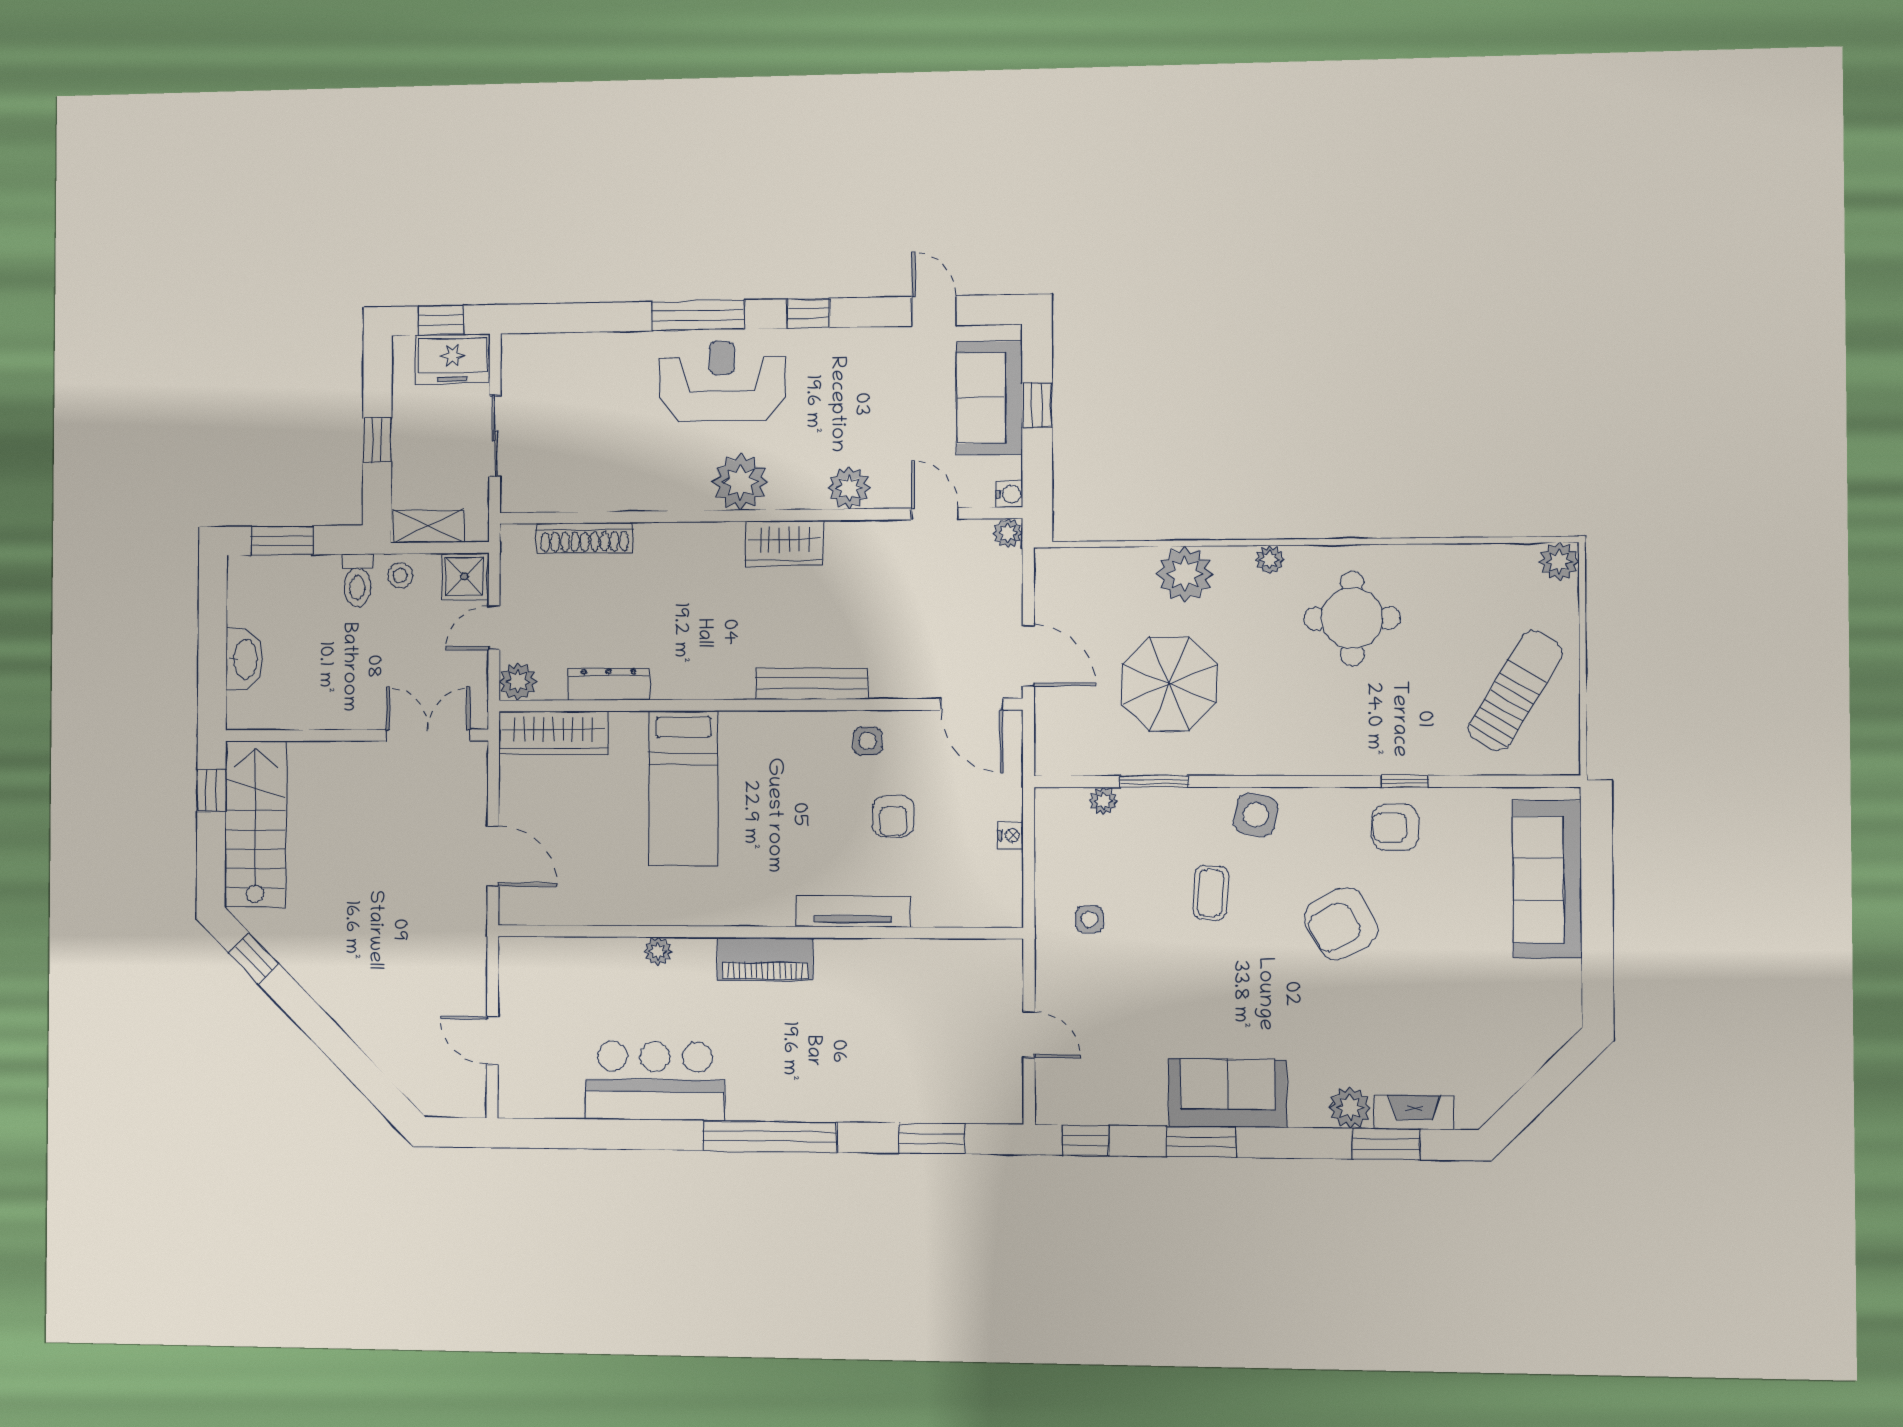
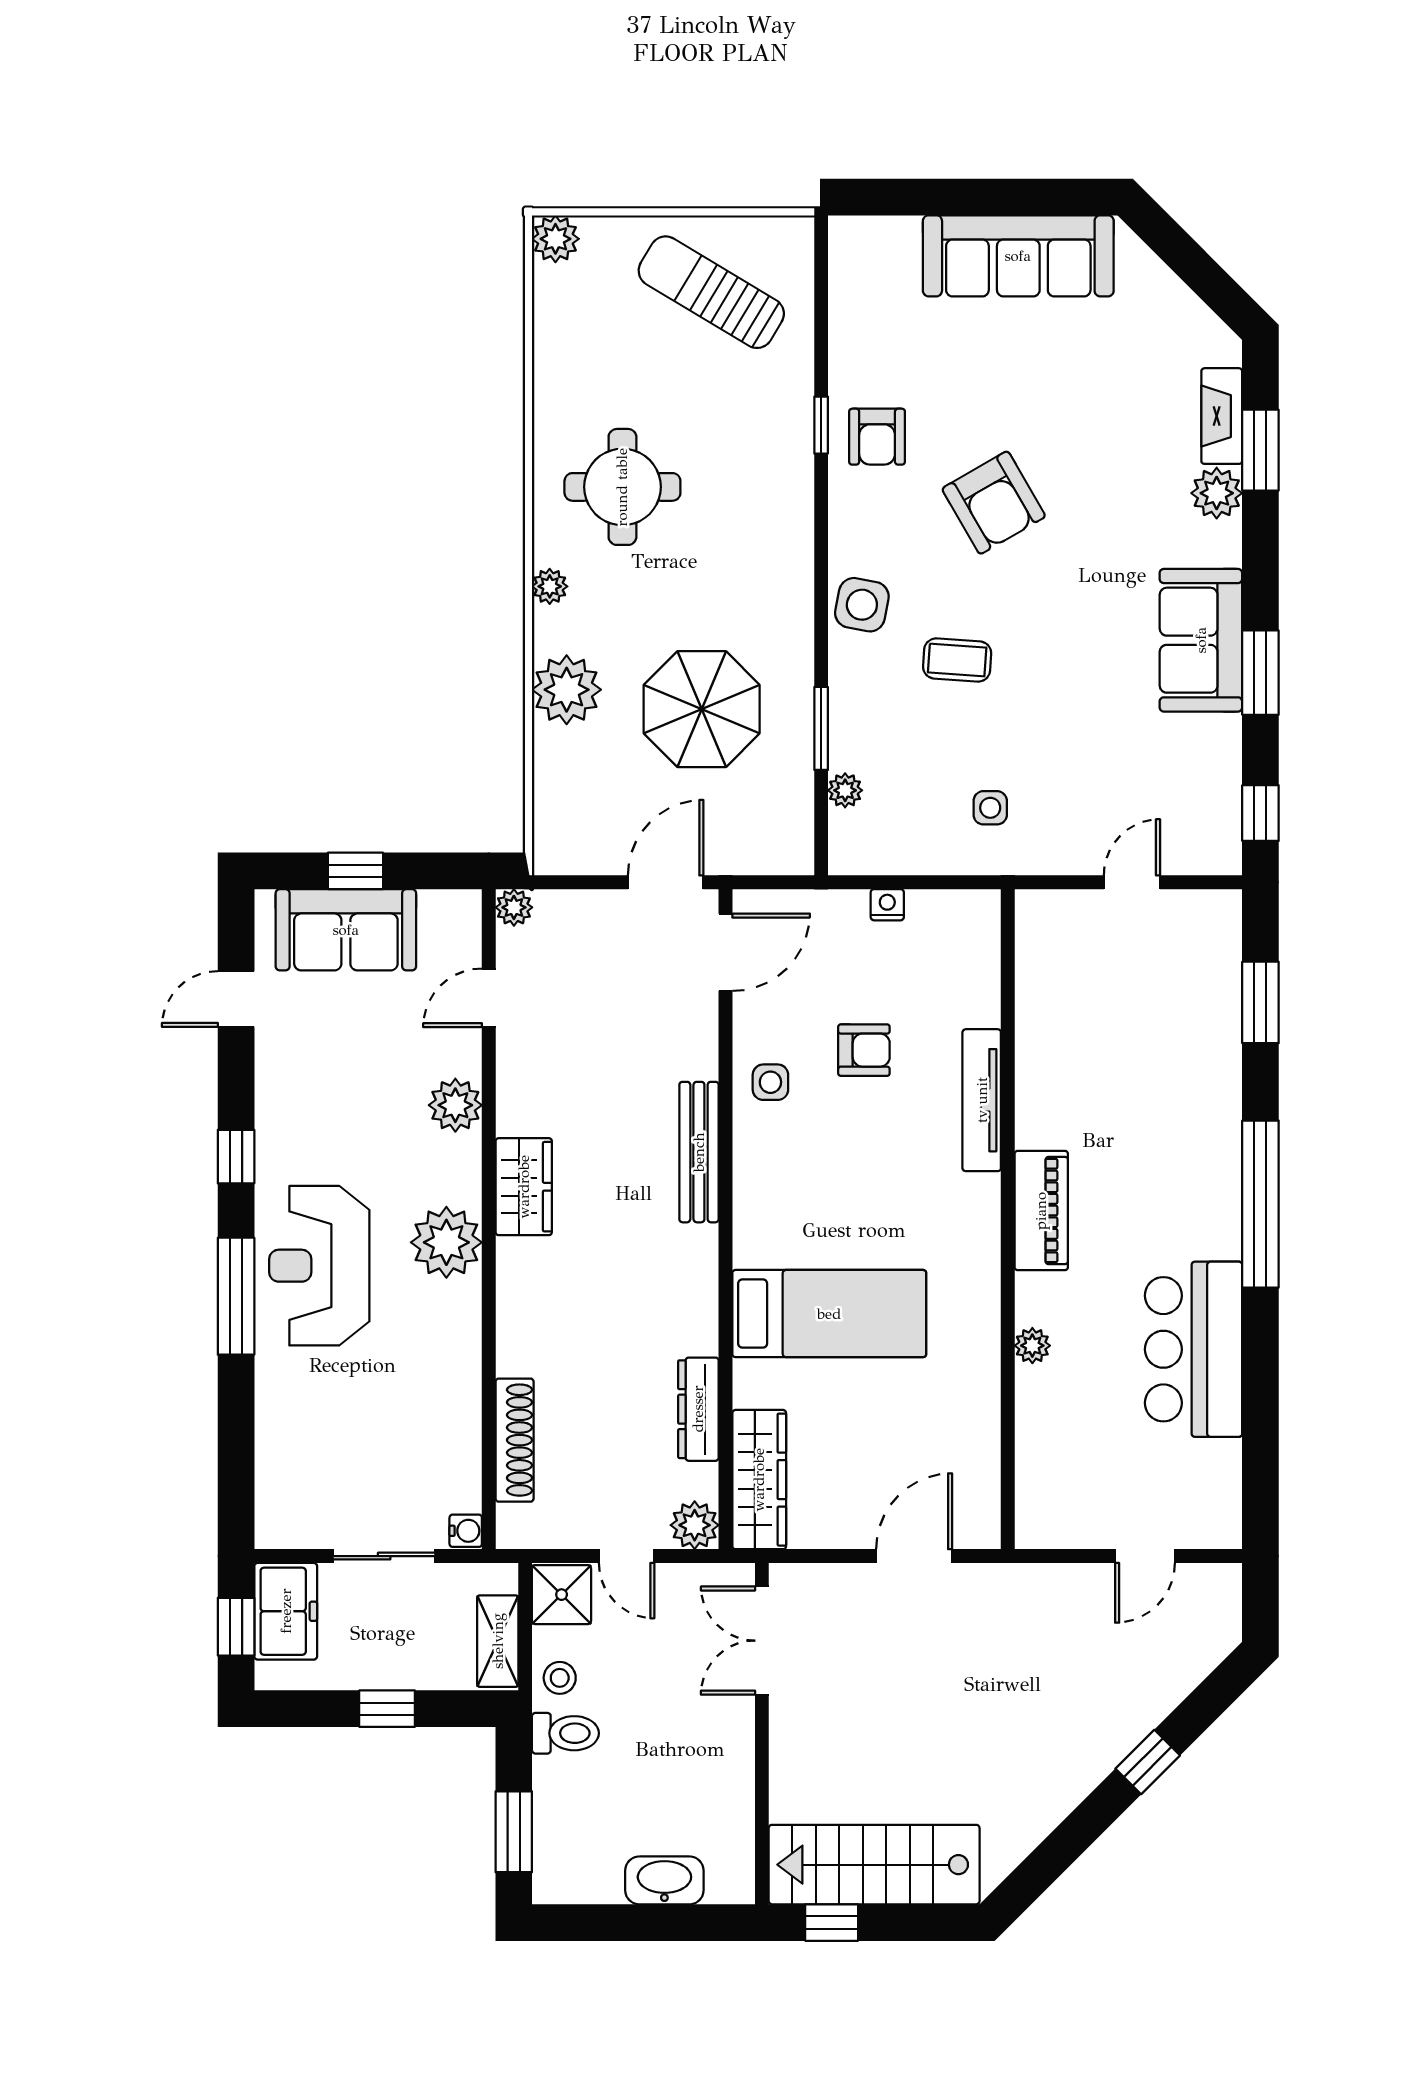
water cooler: (1009, 494) -> (466, 1531), moved, turned 90
sofa: (1547, 879) -> (1018, 256), moved
window: (254, 958) -> (1148, 1762), moved

